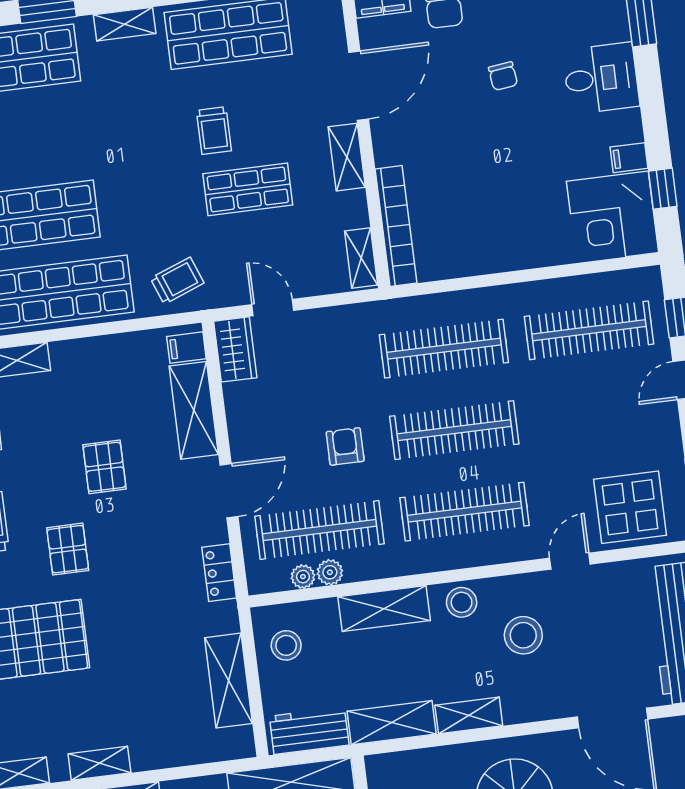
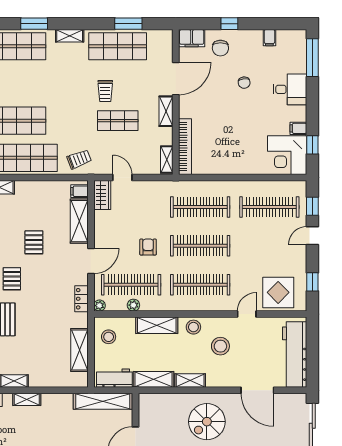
plant: (303, 577) -> (99, 306), moved

